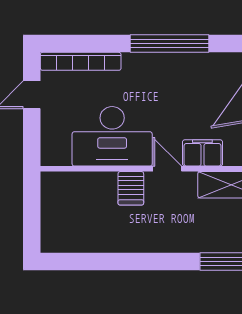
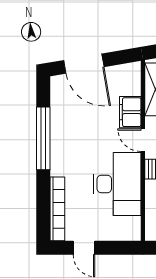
door: (167, 169) -> (143, 140), hinge flipped

